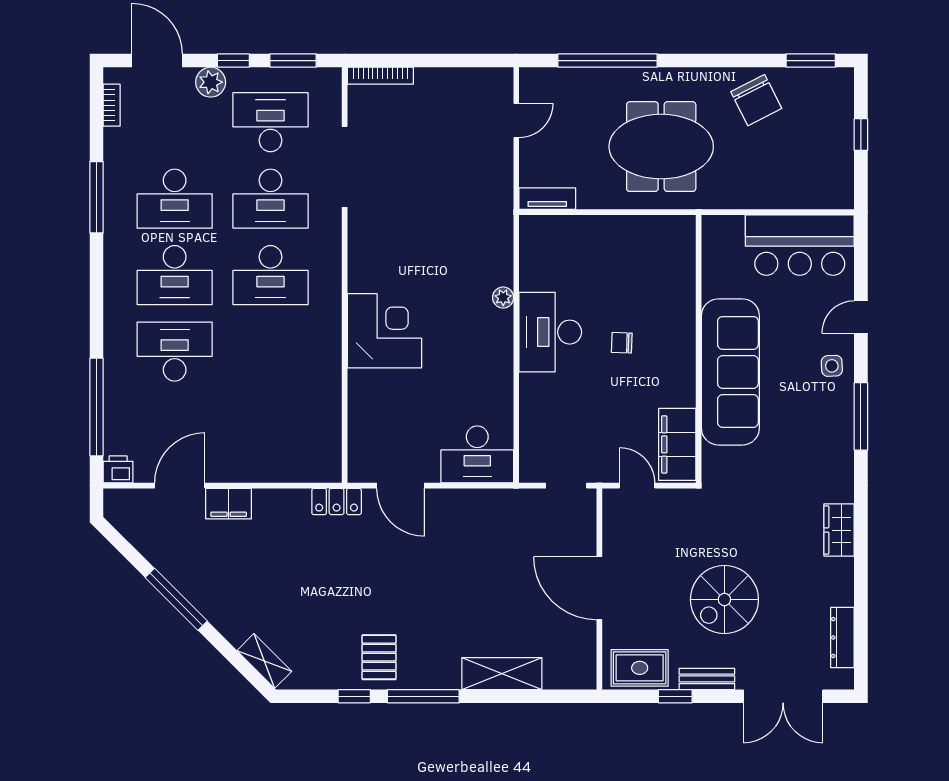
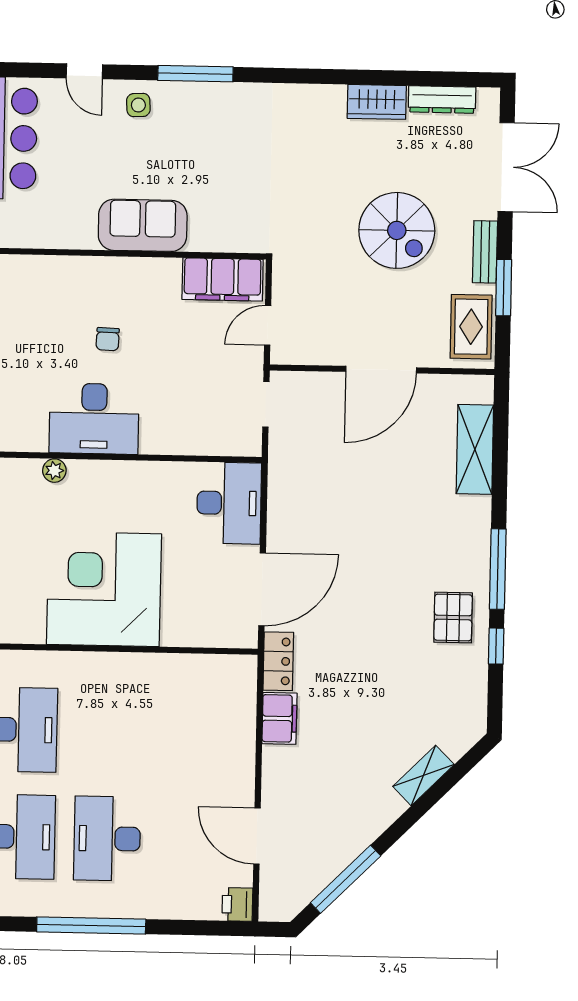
corner desk: (384, 331) -> (104, 589), width x1.36, depth x1.36
sofa: (730, 372) -> (143, 225), width x0.54, depth x0.79
window: (97, 407) -> (91, 925), moved
door: (401, 486) -> (262, 589), width x1.36
filing cabinet: (229, 504) -> (279, 718), moved
wardrobe: (839, 530) -> (377, 102), moved
window: (176, 599) -> (346, 879), moved
pallet: (379, 657) -> (453, 618), turned 90
shelving: (264, 661) -> (423, 775), moved
shelving: (502, 674) -> (475, 449), moved
window: (675, 696) -> (504, 288), width x1.50

